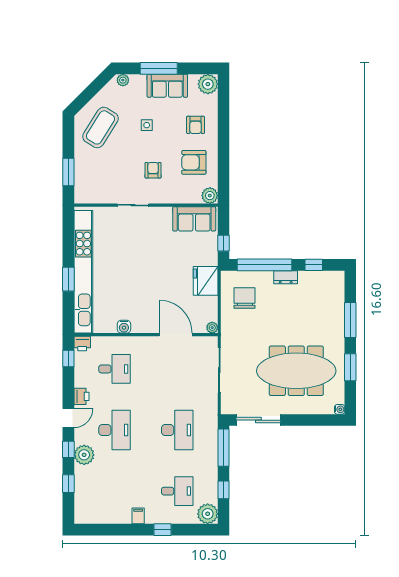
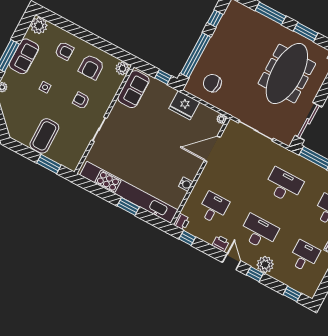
coffee table: (101, 127) -> (44, 136), moved, turned 58
dresser: (286, 277) -> (213, 44), removed
window: (68, 484) -> (292, 294), moved
desk: (115, 491) -> (304, 256), added

